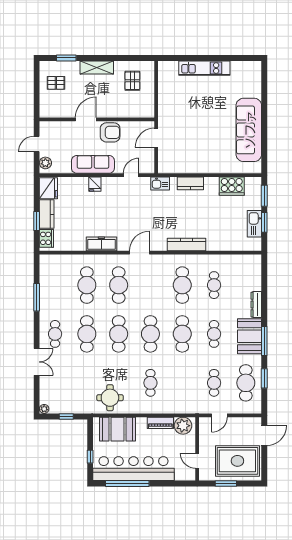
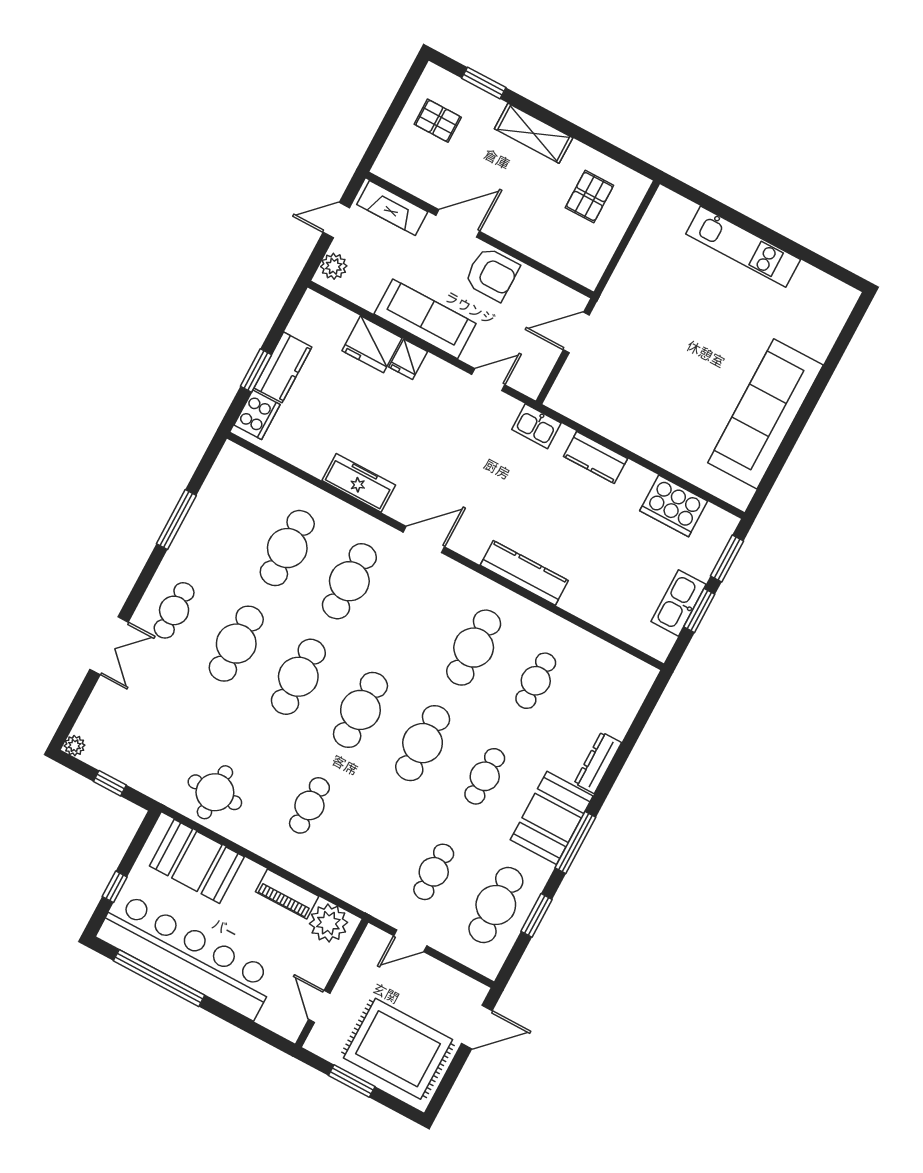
fireplace: (56, 127) -> (392, 208), added
fridge: (48, 188) -> (372, 344), moved, turned 90

